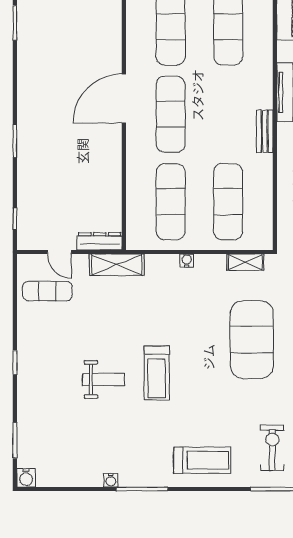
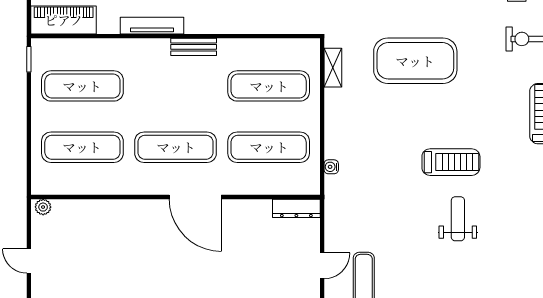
door: (124, 99) -> (195, 197), moved
dresser: (100, 241) -> (296, 208), moved, turned -90
water cooler: (187, 261) -> (331, 167), moved
shelving: (117, 265) -> (336, 205), removed

